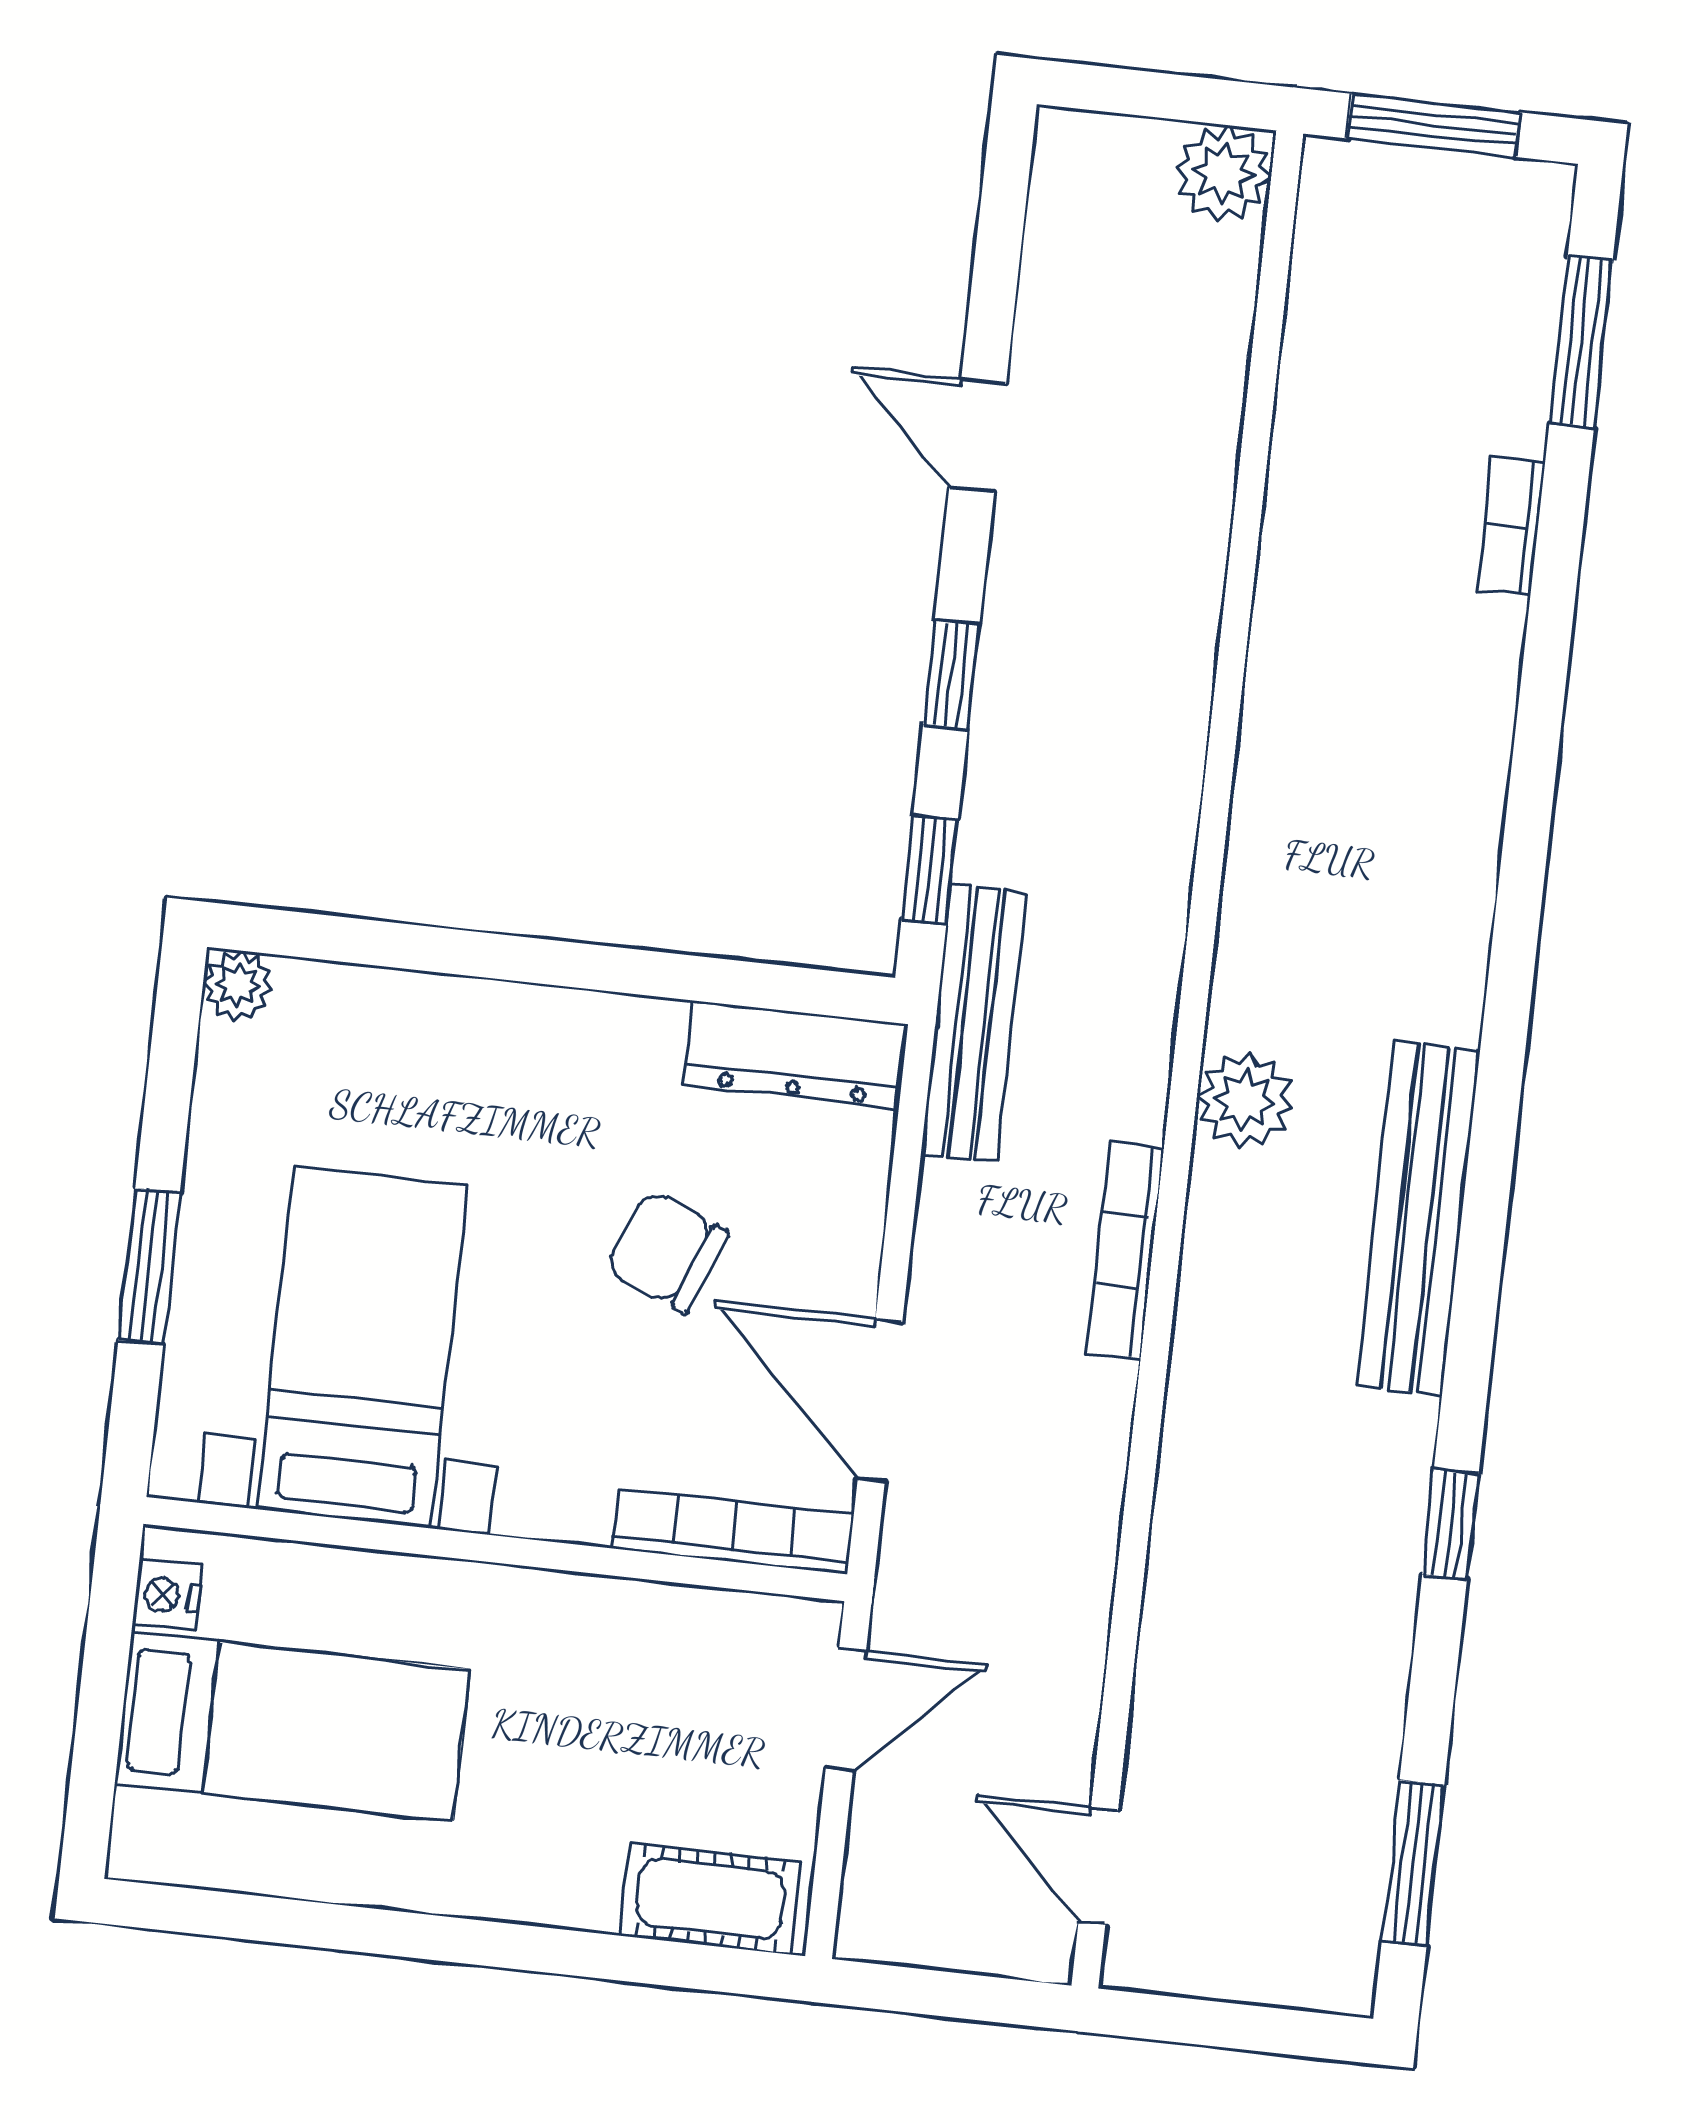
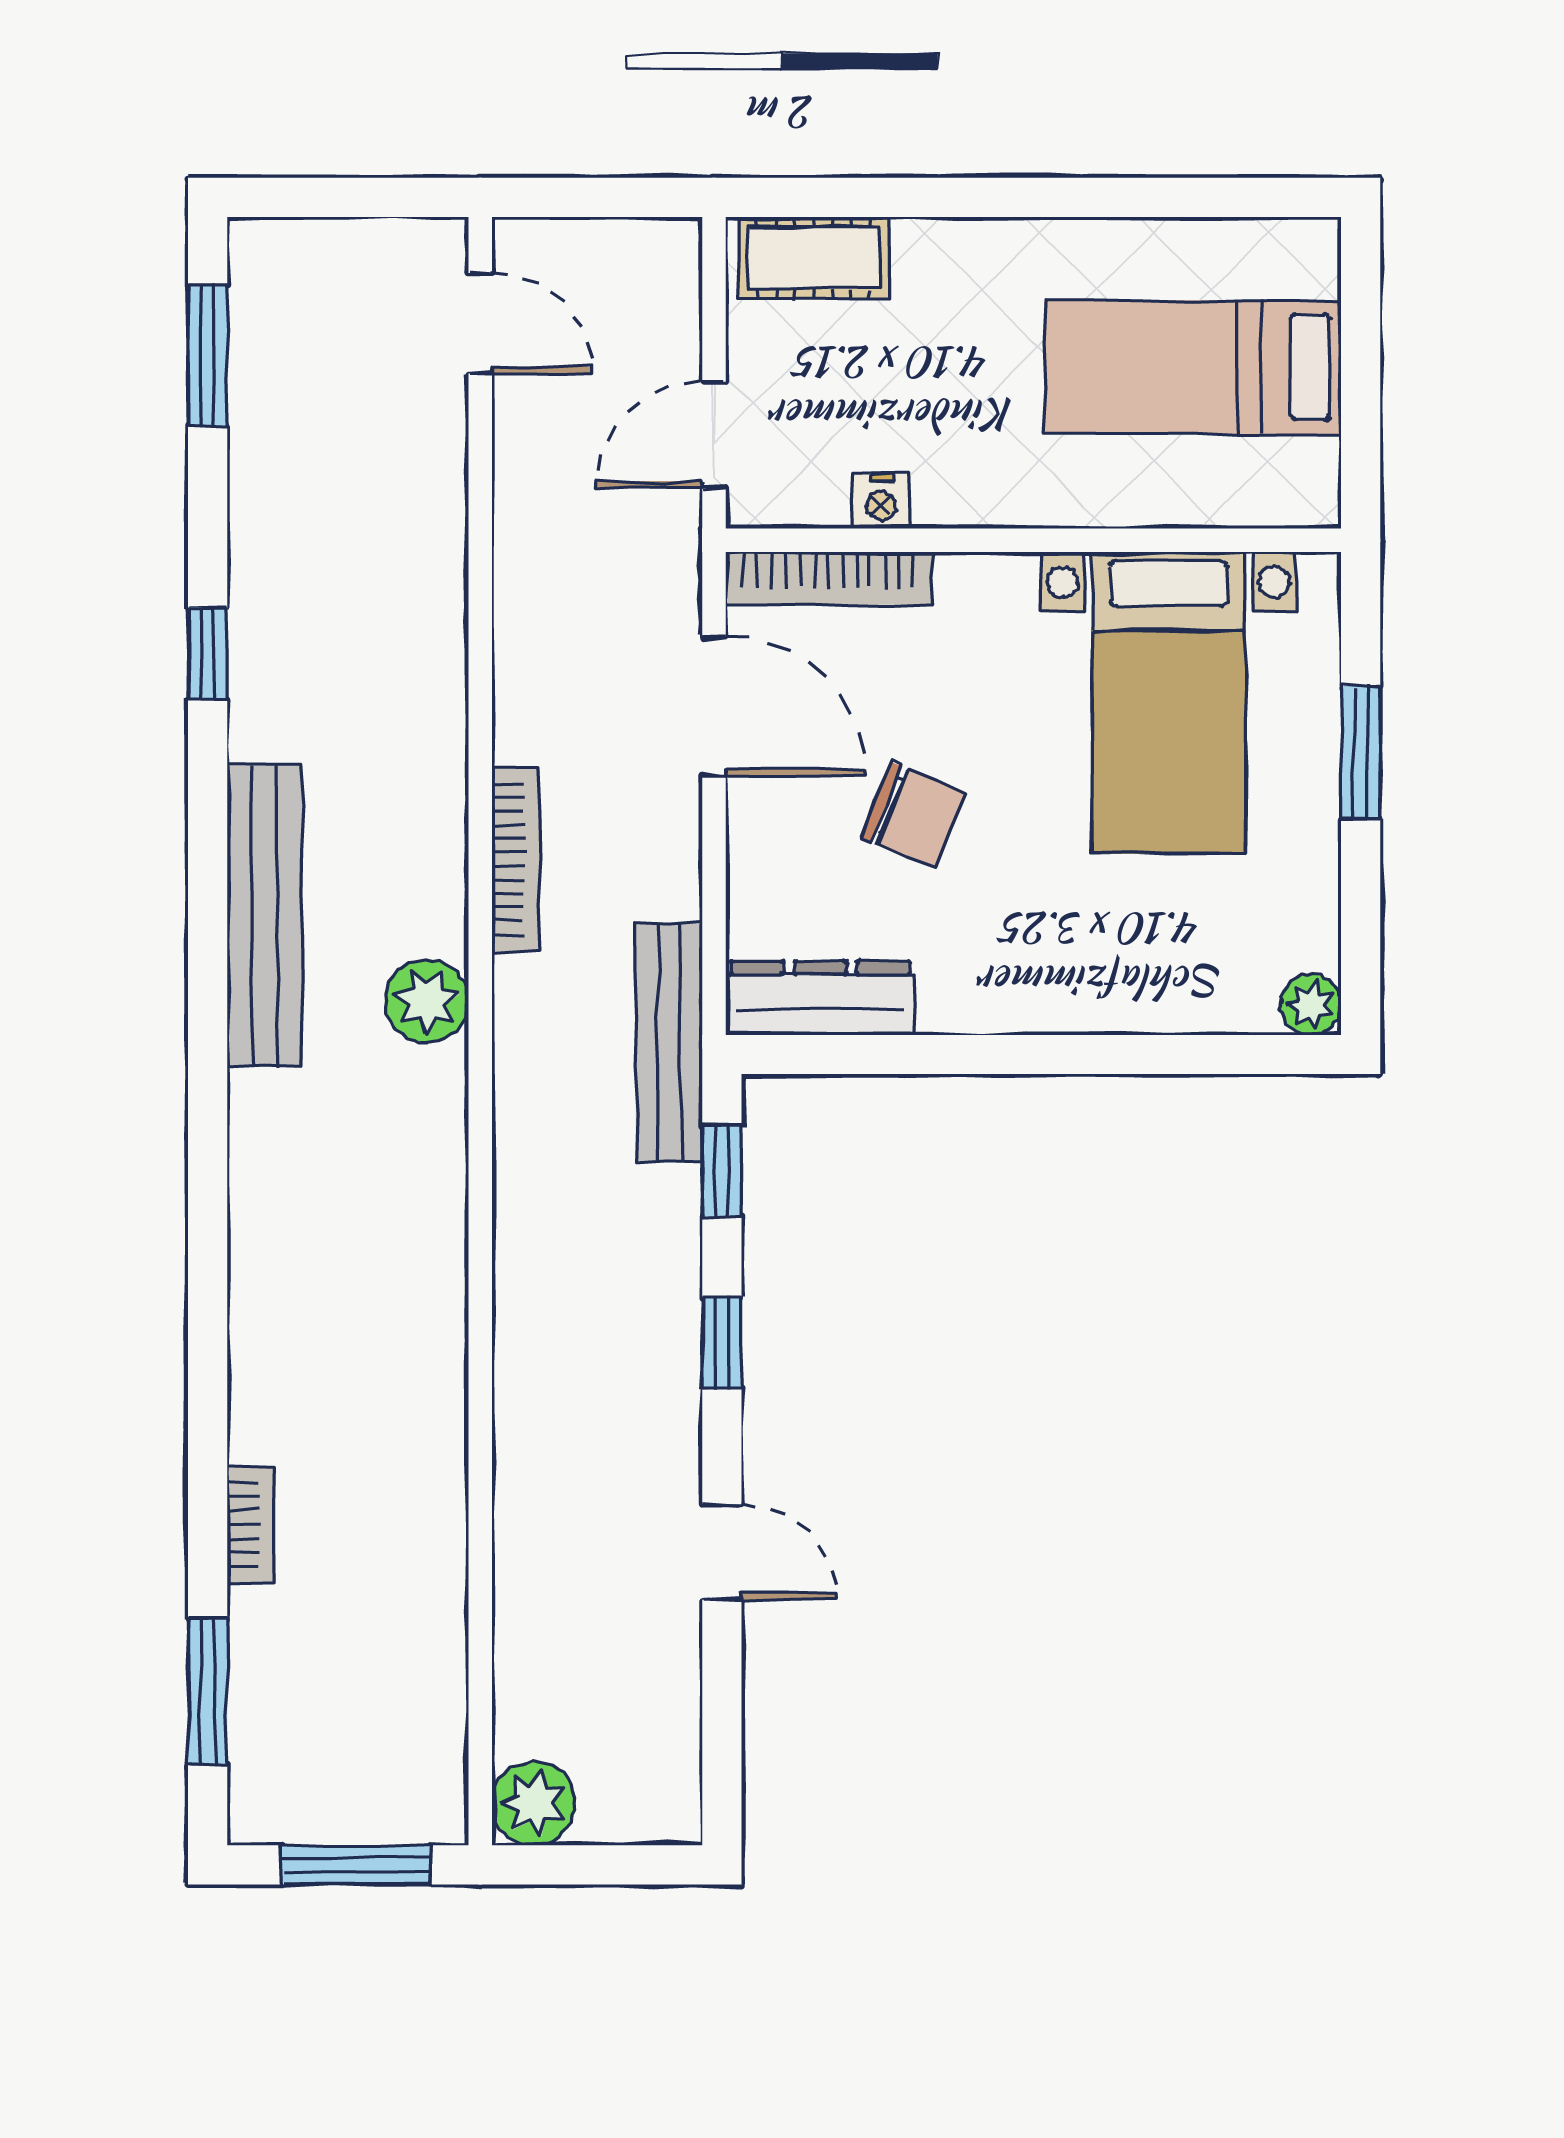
nightstand: (167, 1595) -> (881, 501), moved, turned 90

